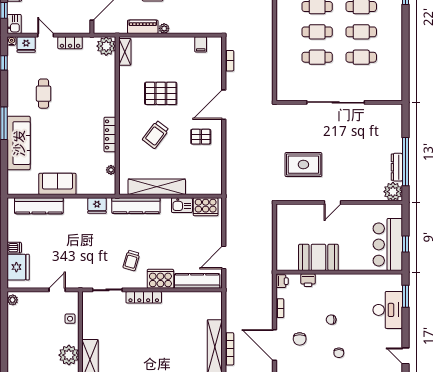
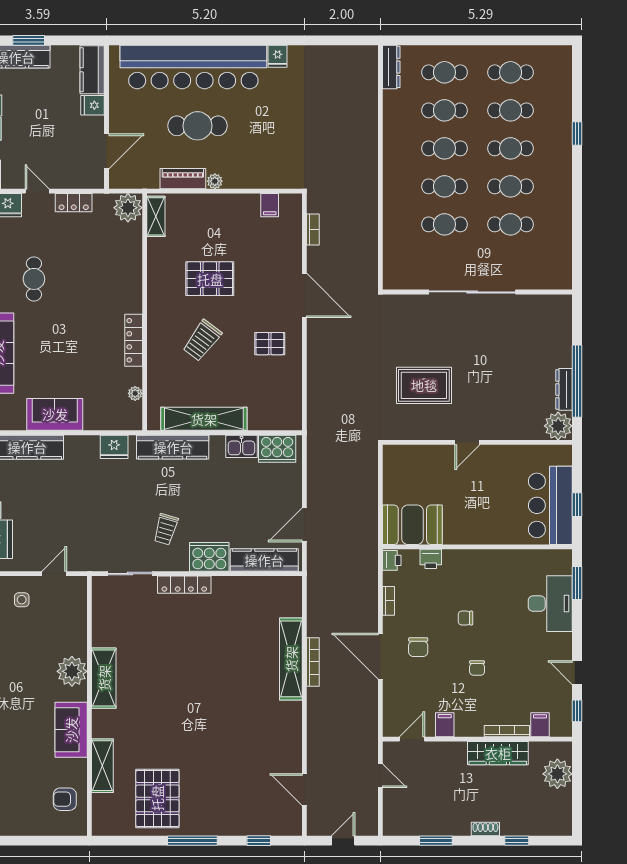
door: (224, 105) -> (304, 295), swing flipped
booth: (318, 257) -> (412, 525), moved
side table: (70, 319) -> (22, 600), moved

